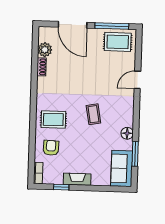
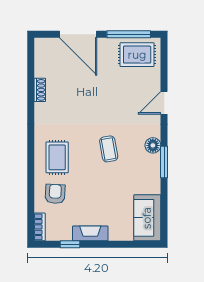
plant: (45, 50) -> (43, 68), removed
rug: (53, 119) -> (57, 157), turned 90
floor lamp: (127, 133) -> (153, 145), moved
window: (135, 154) -> (164, 162), moved

